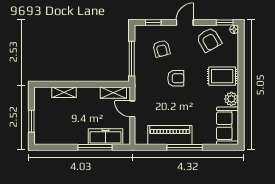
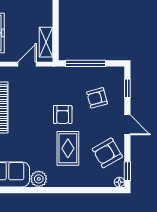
rug: (222, 76) -> (68, 148), moved

